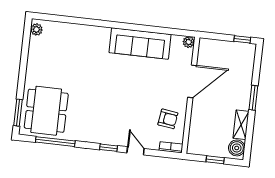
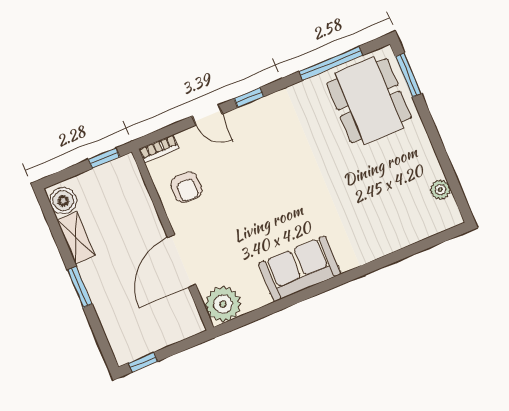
plant: (36, 29) -> (440, 190), moved
plant: (189, 42) -> (223, 304), width x1.87, depth x1.87
sofa: (140, 43) -> (300, 269), width x0.73
armchair: (168, 119) -> (186, 187), turned -98
window: (215, 160) -> (104, 158), moved

